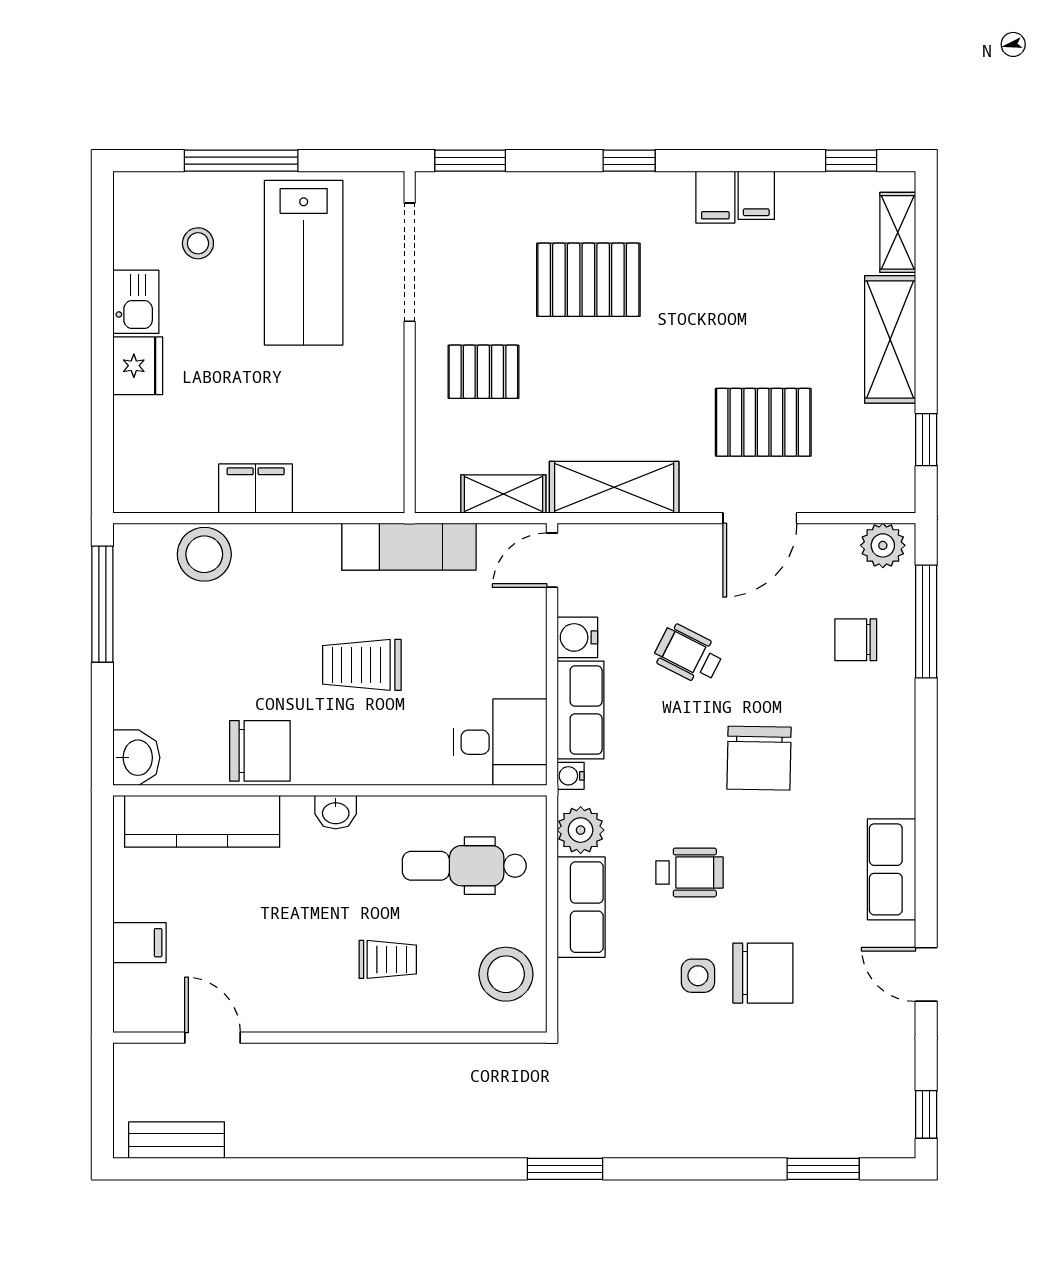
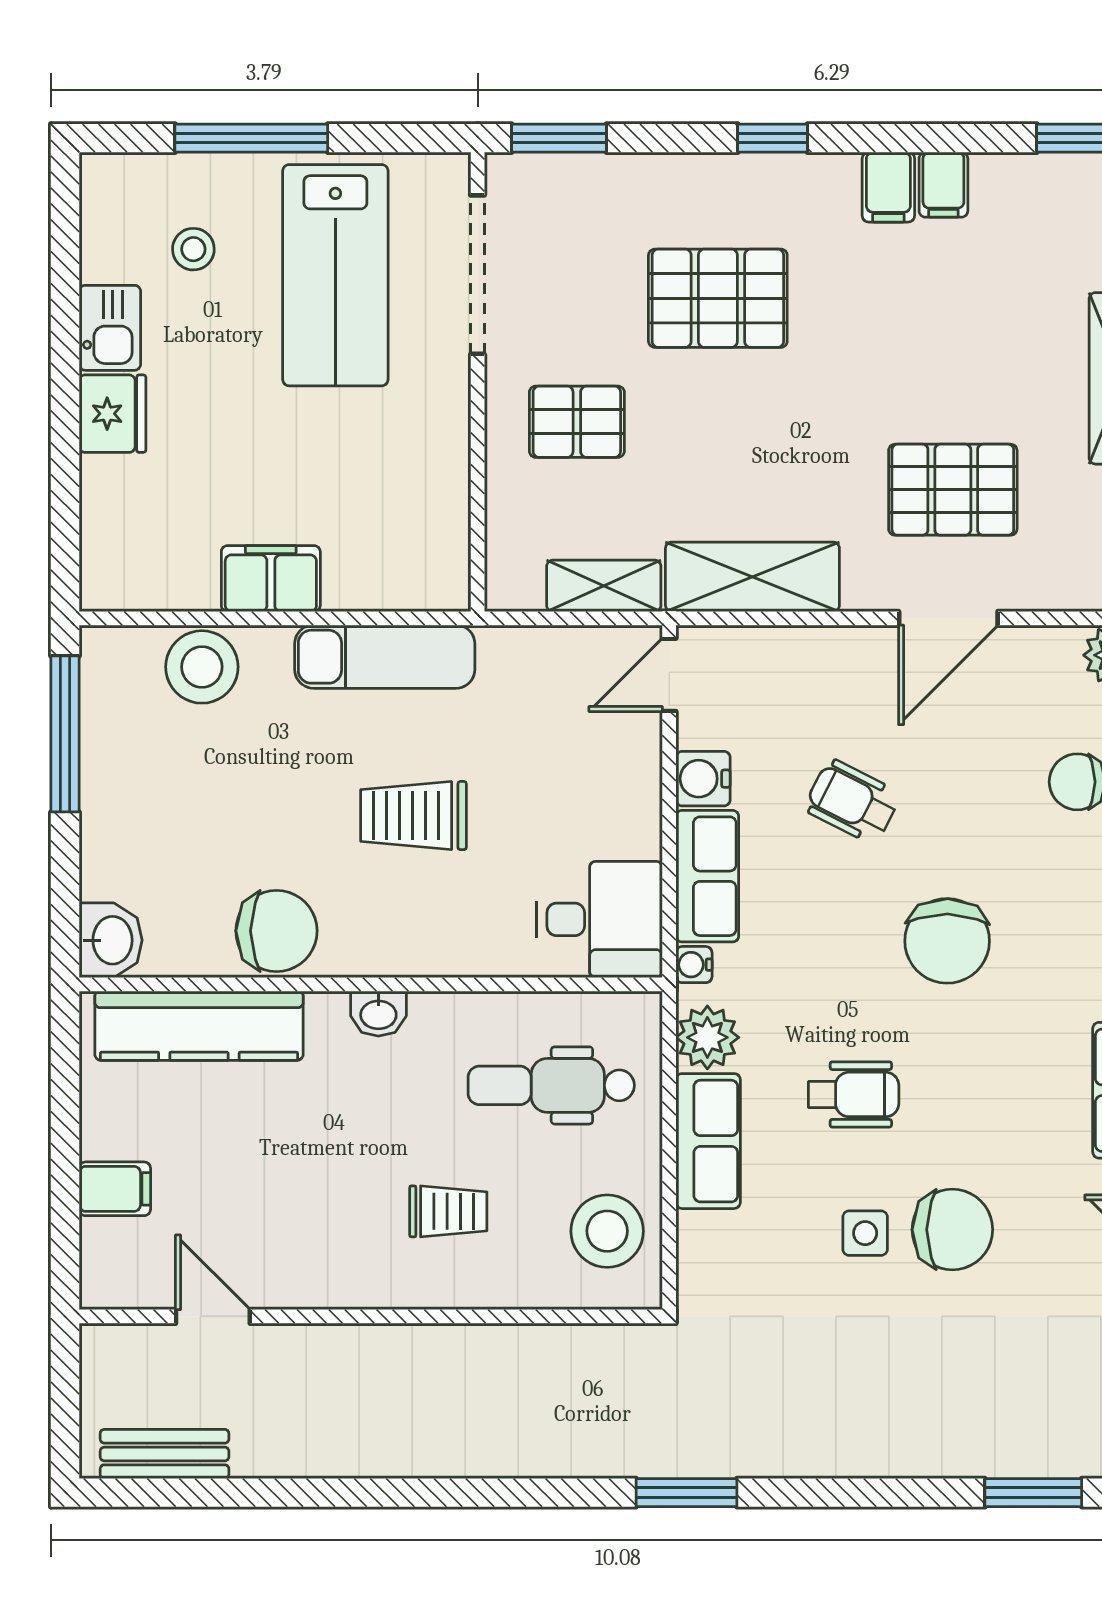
exam couch: (409, 547) -> (385, 657), moved

